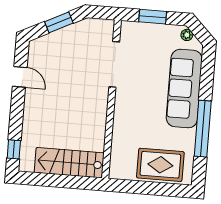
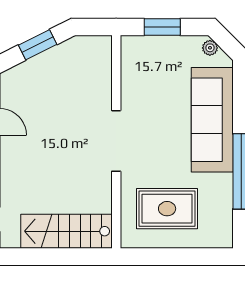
doorway: (114, 64) -> (116, 141), moved
rug: (160, 165) -> (167, 209), moved

